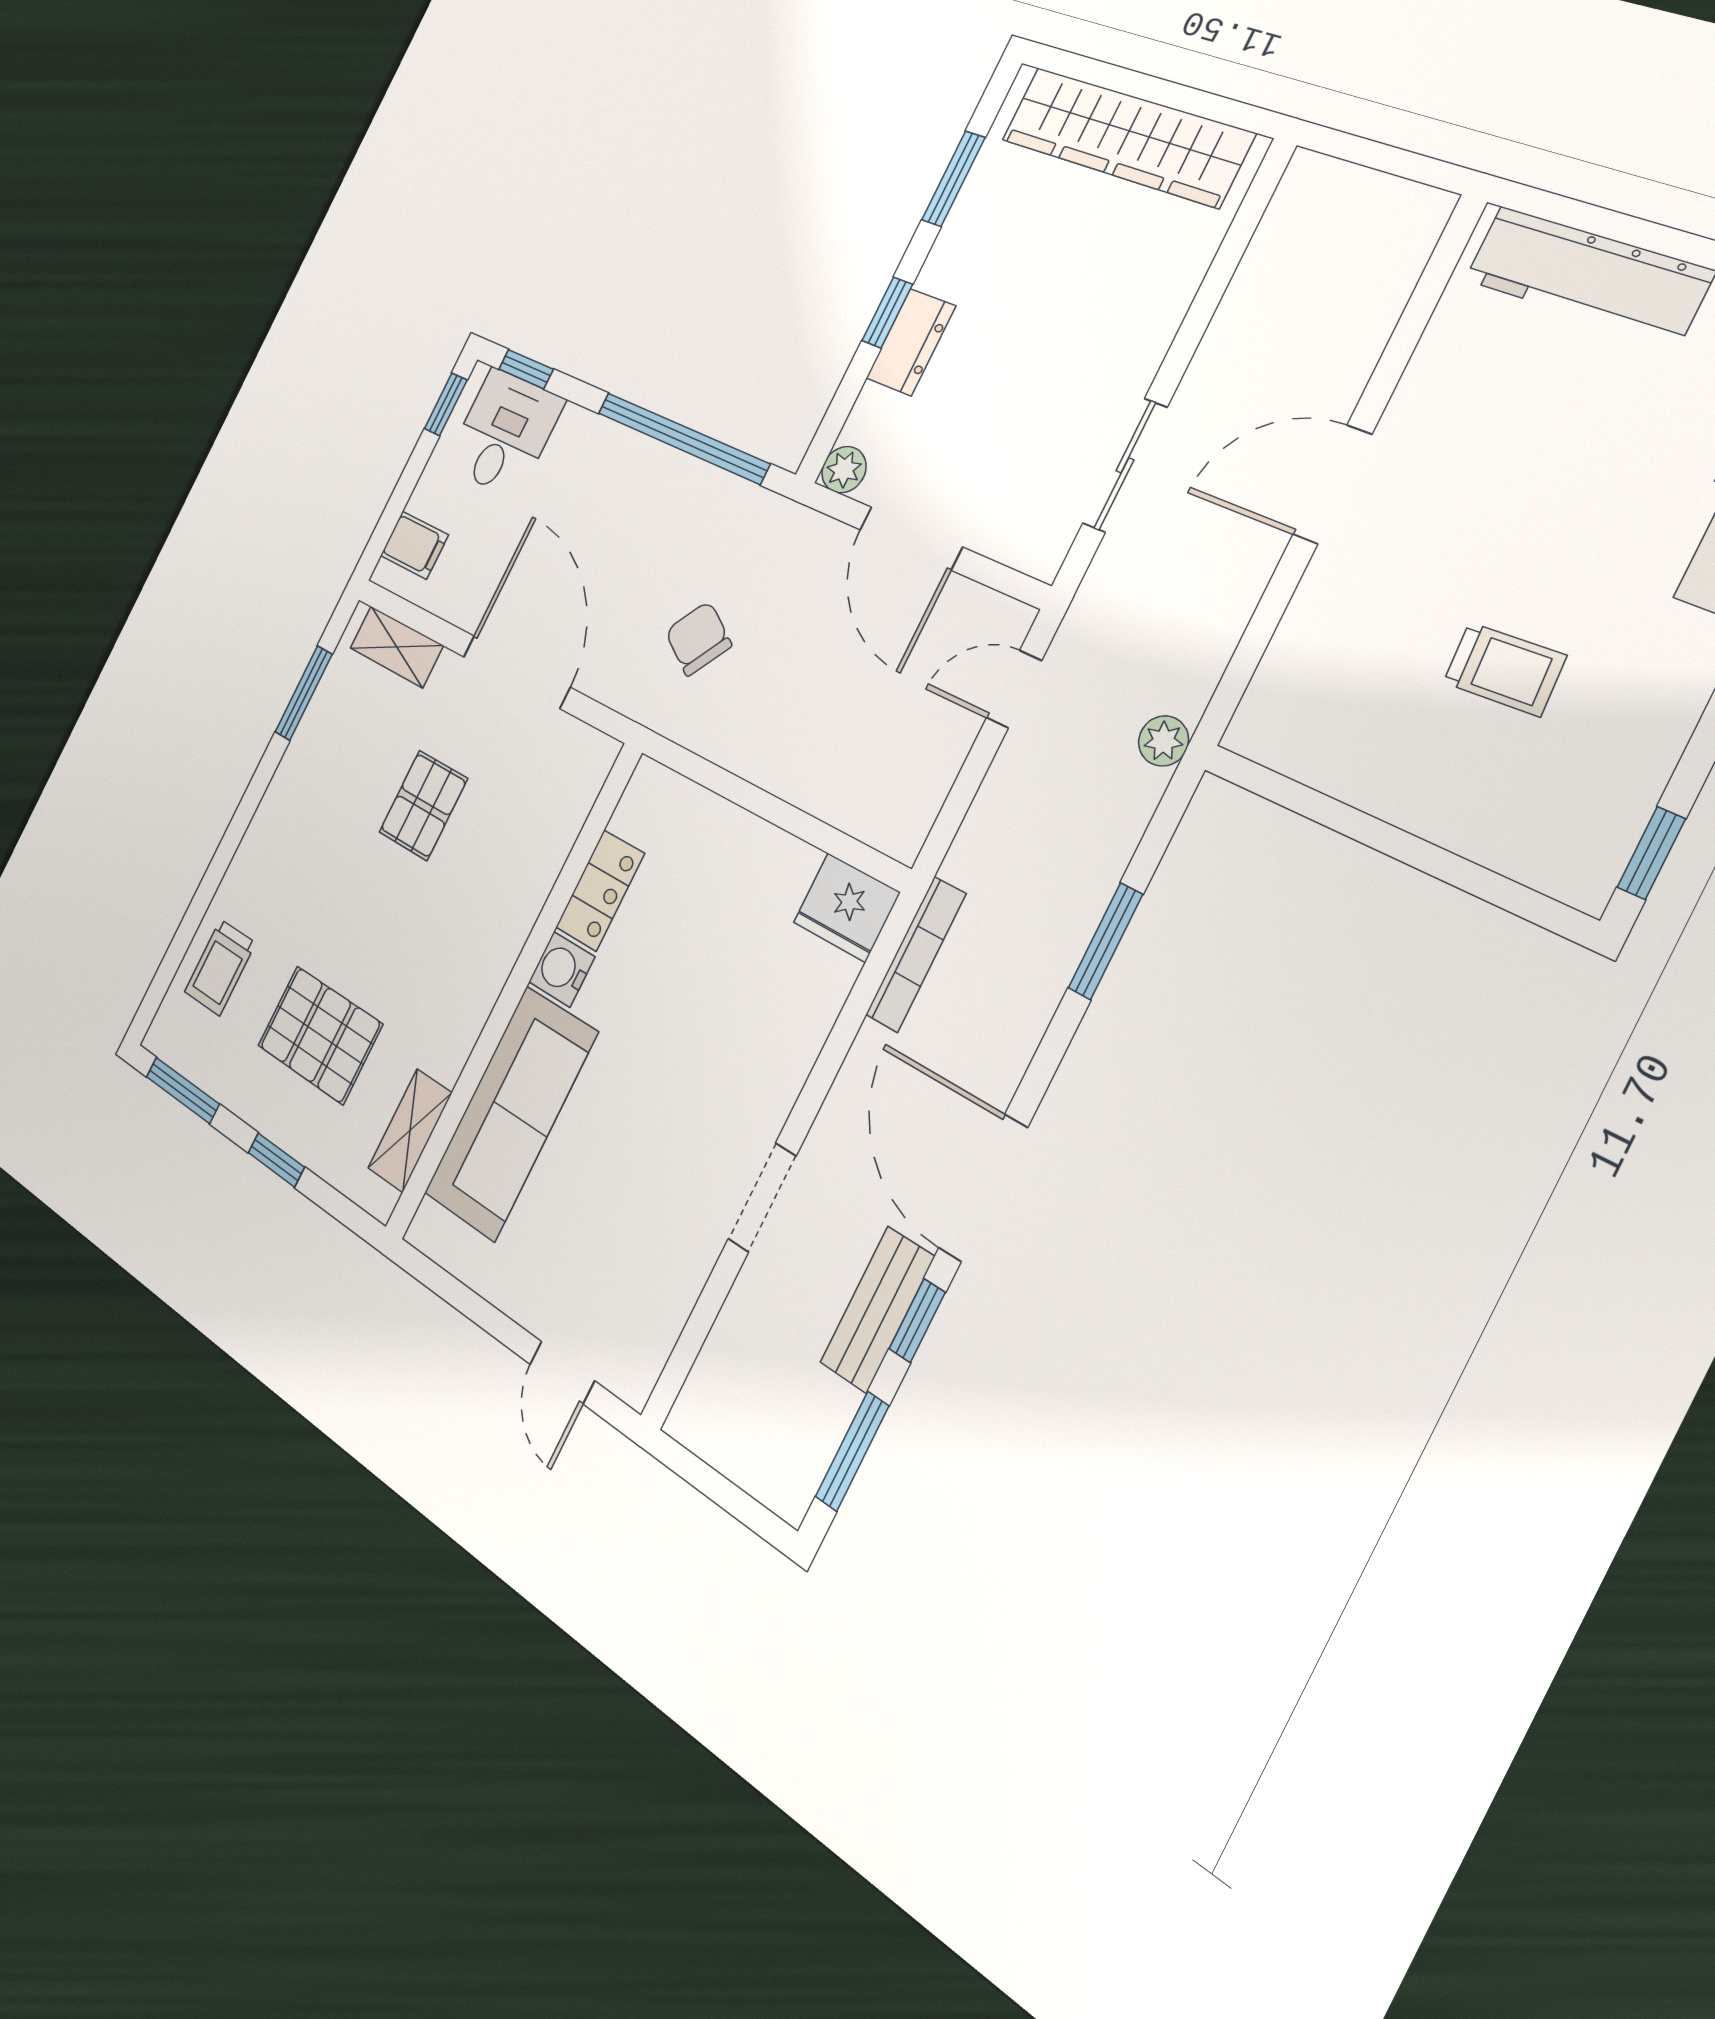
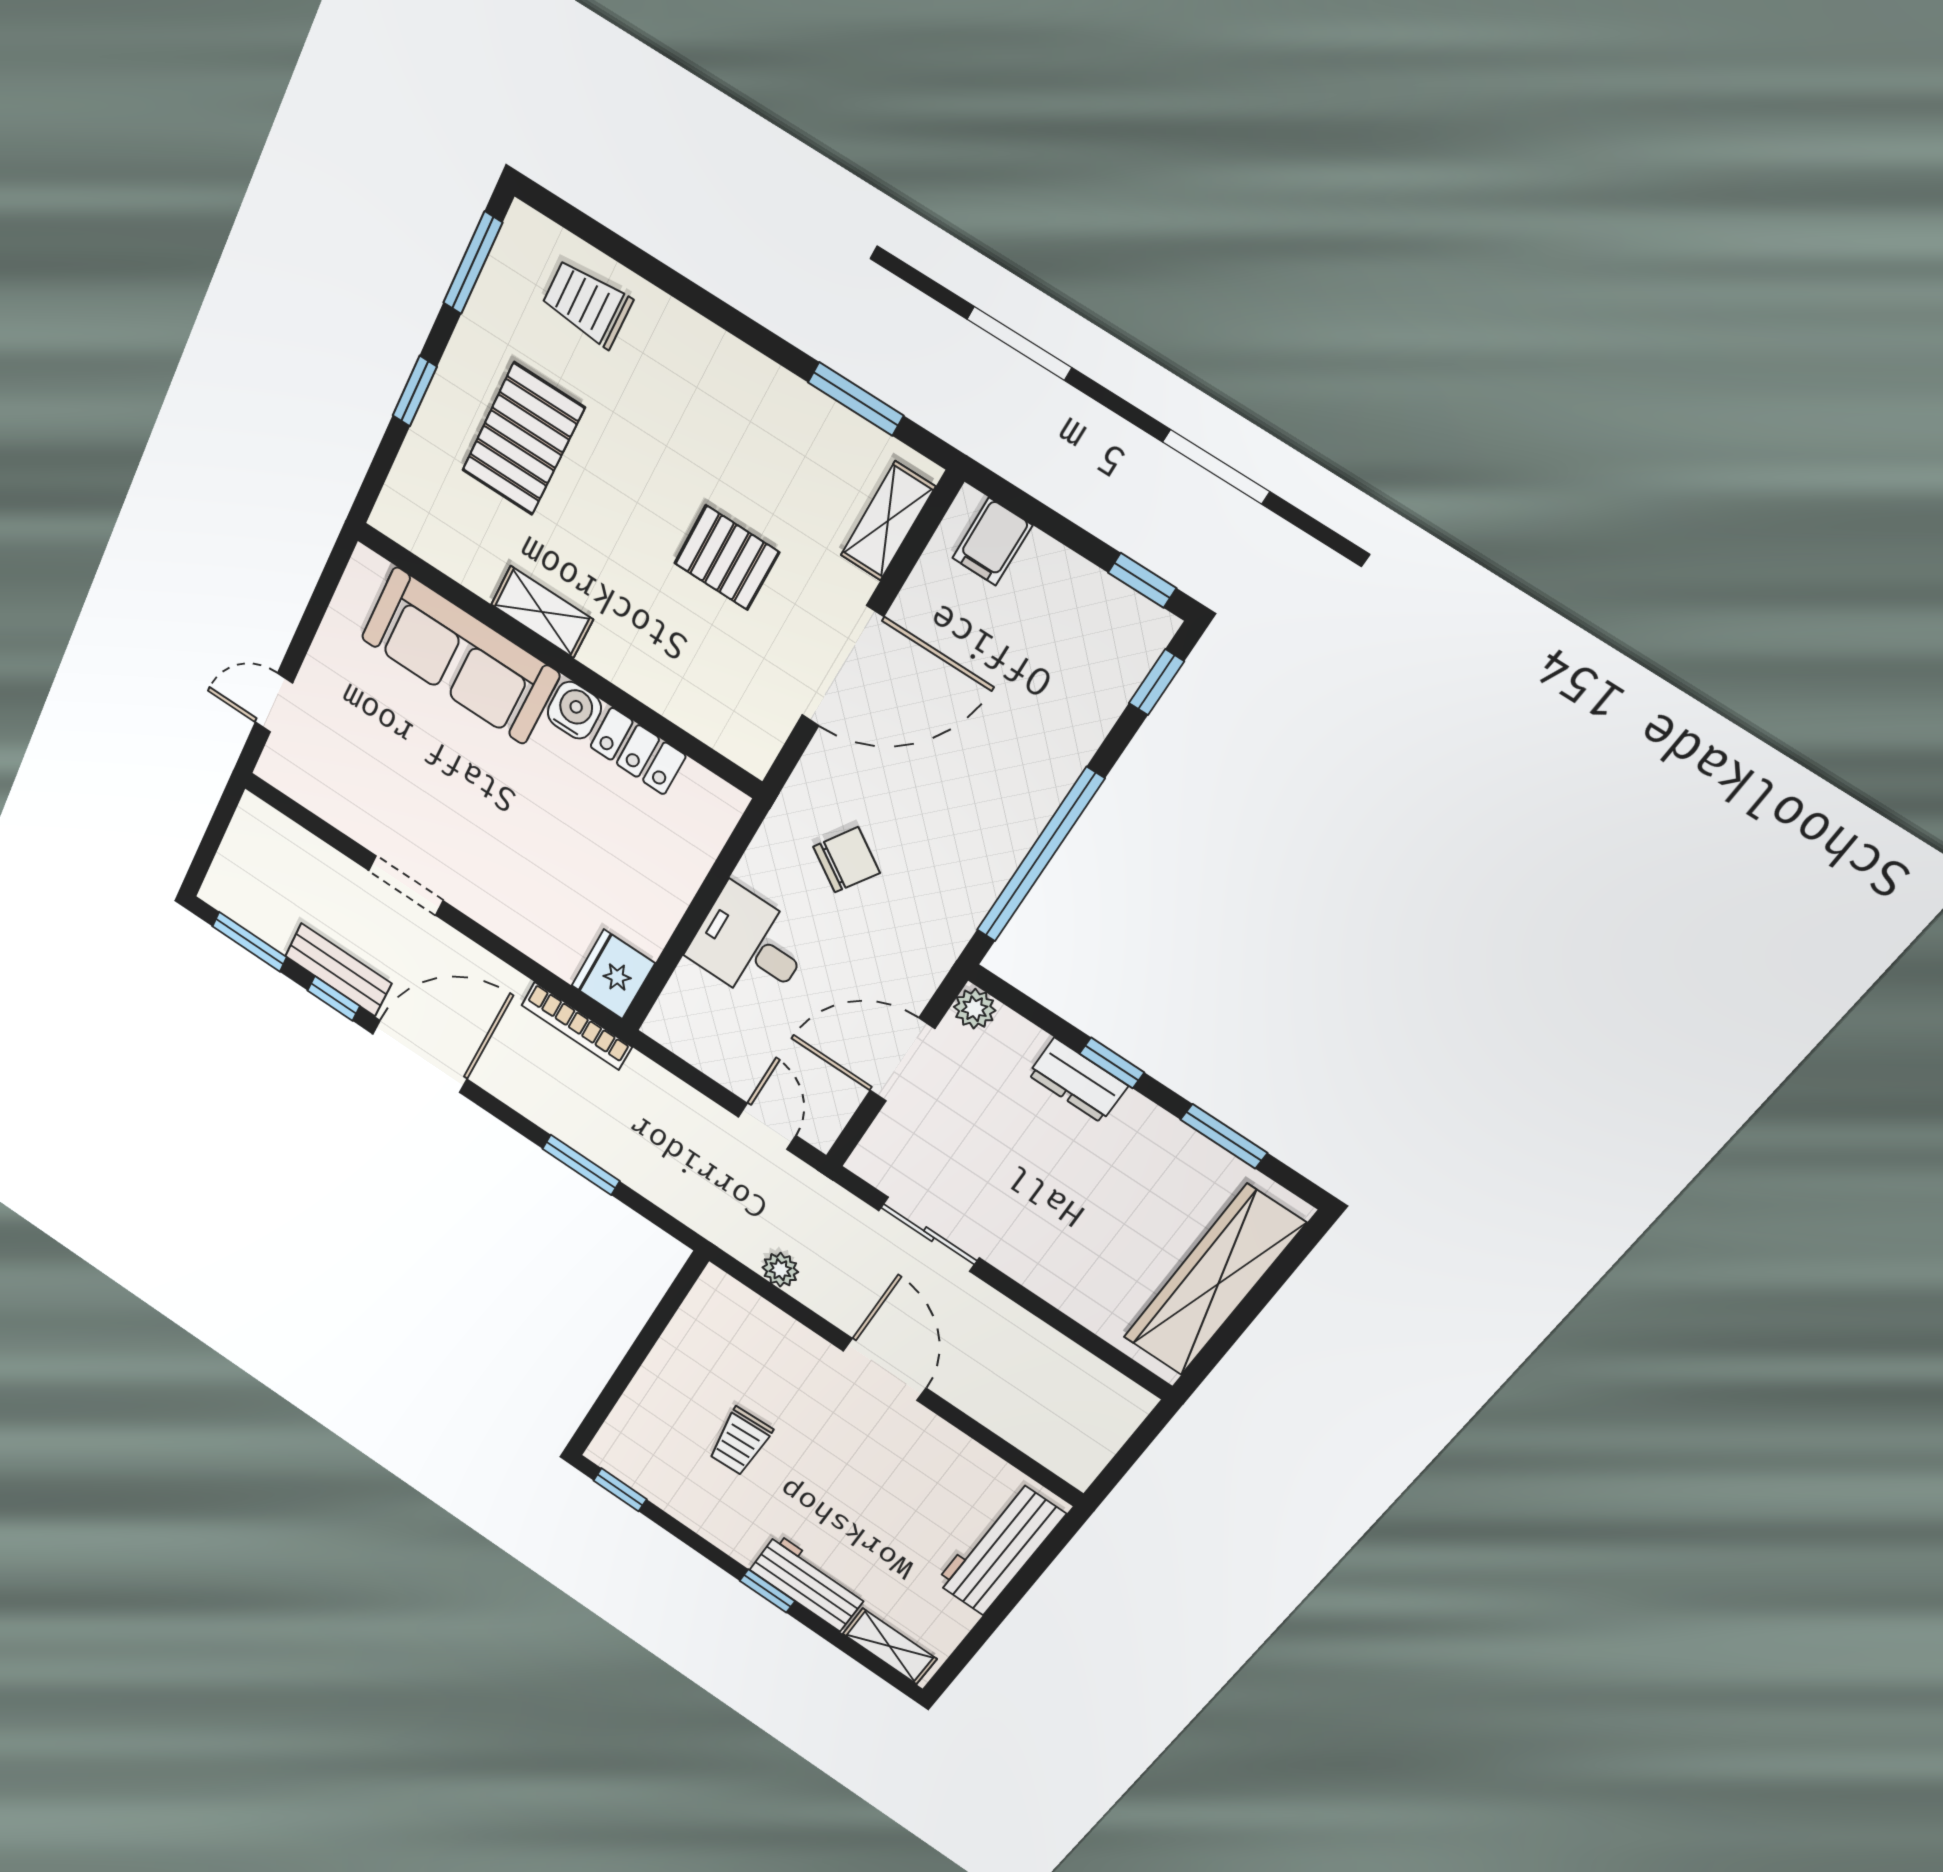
desk: (504, 433) -> (749, 945), moved, turned 180
plant: (1163, 741) -> (780, 1270), moved
shelving: (410, 1130) -> (542, 612), moved

